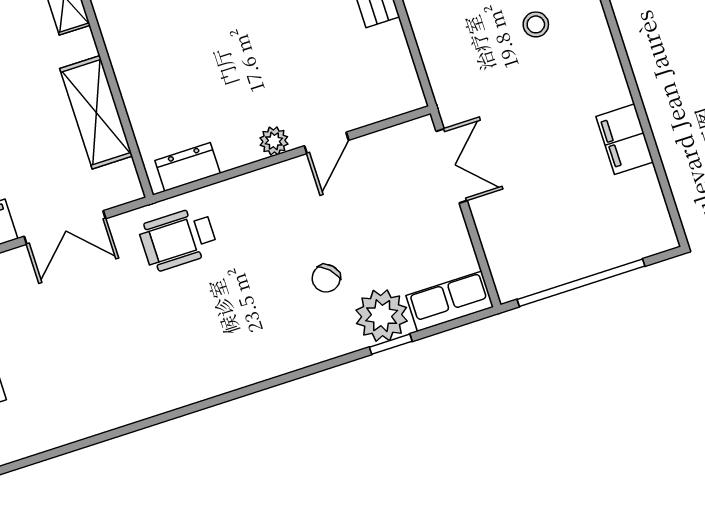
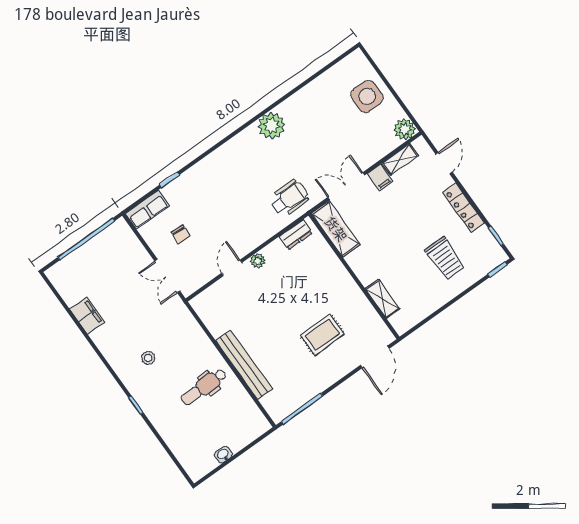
shelving: (96, 112) -> (336, 229), moved
chair: (326, 278) -> (181, 234), moved, turned 136
plant: (382, 316) -> (272, 126), moved

